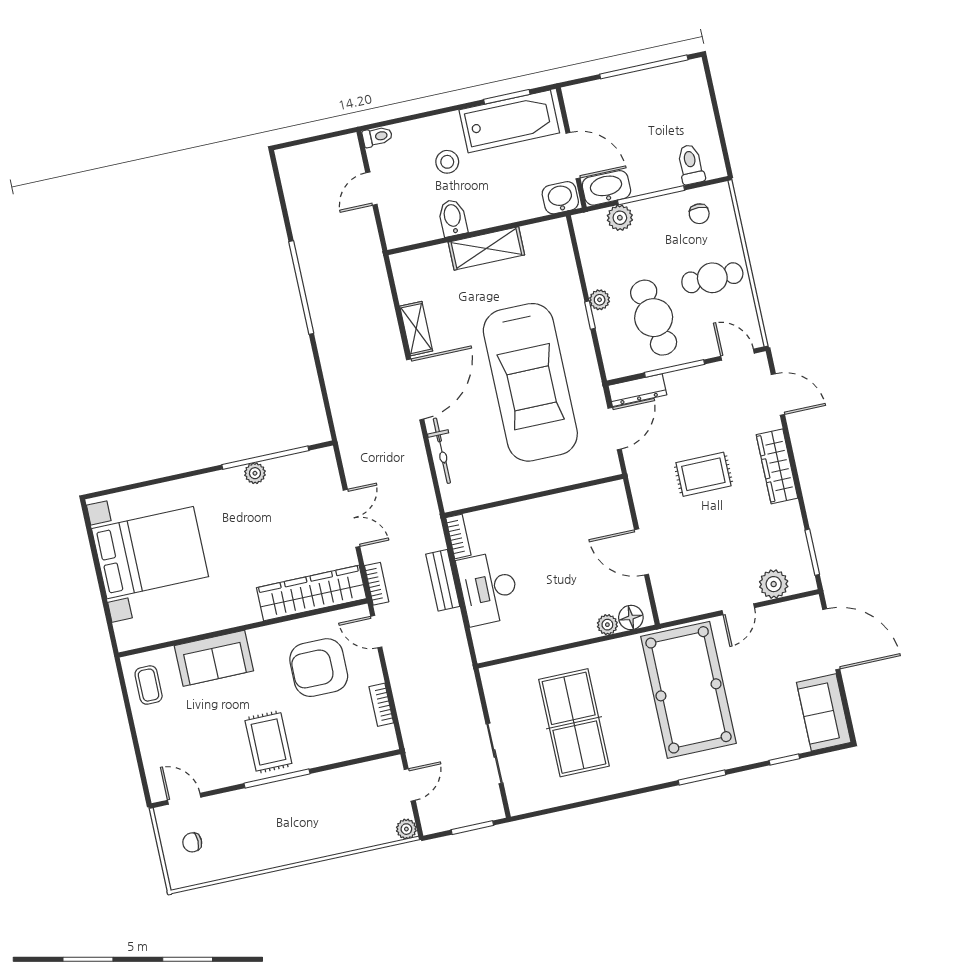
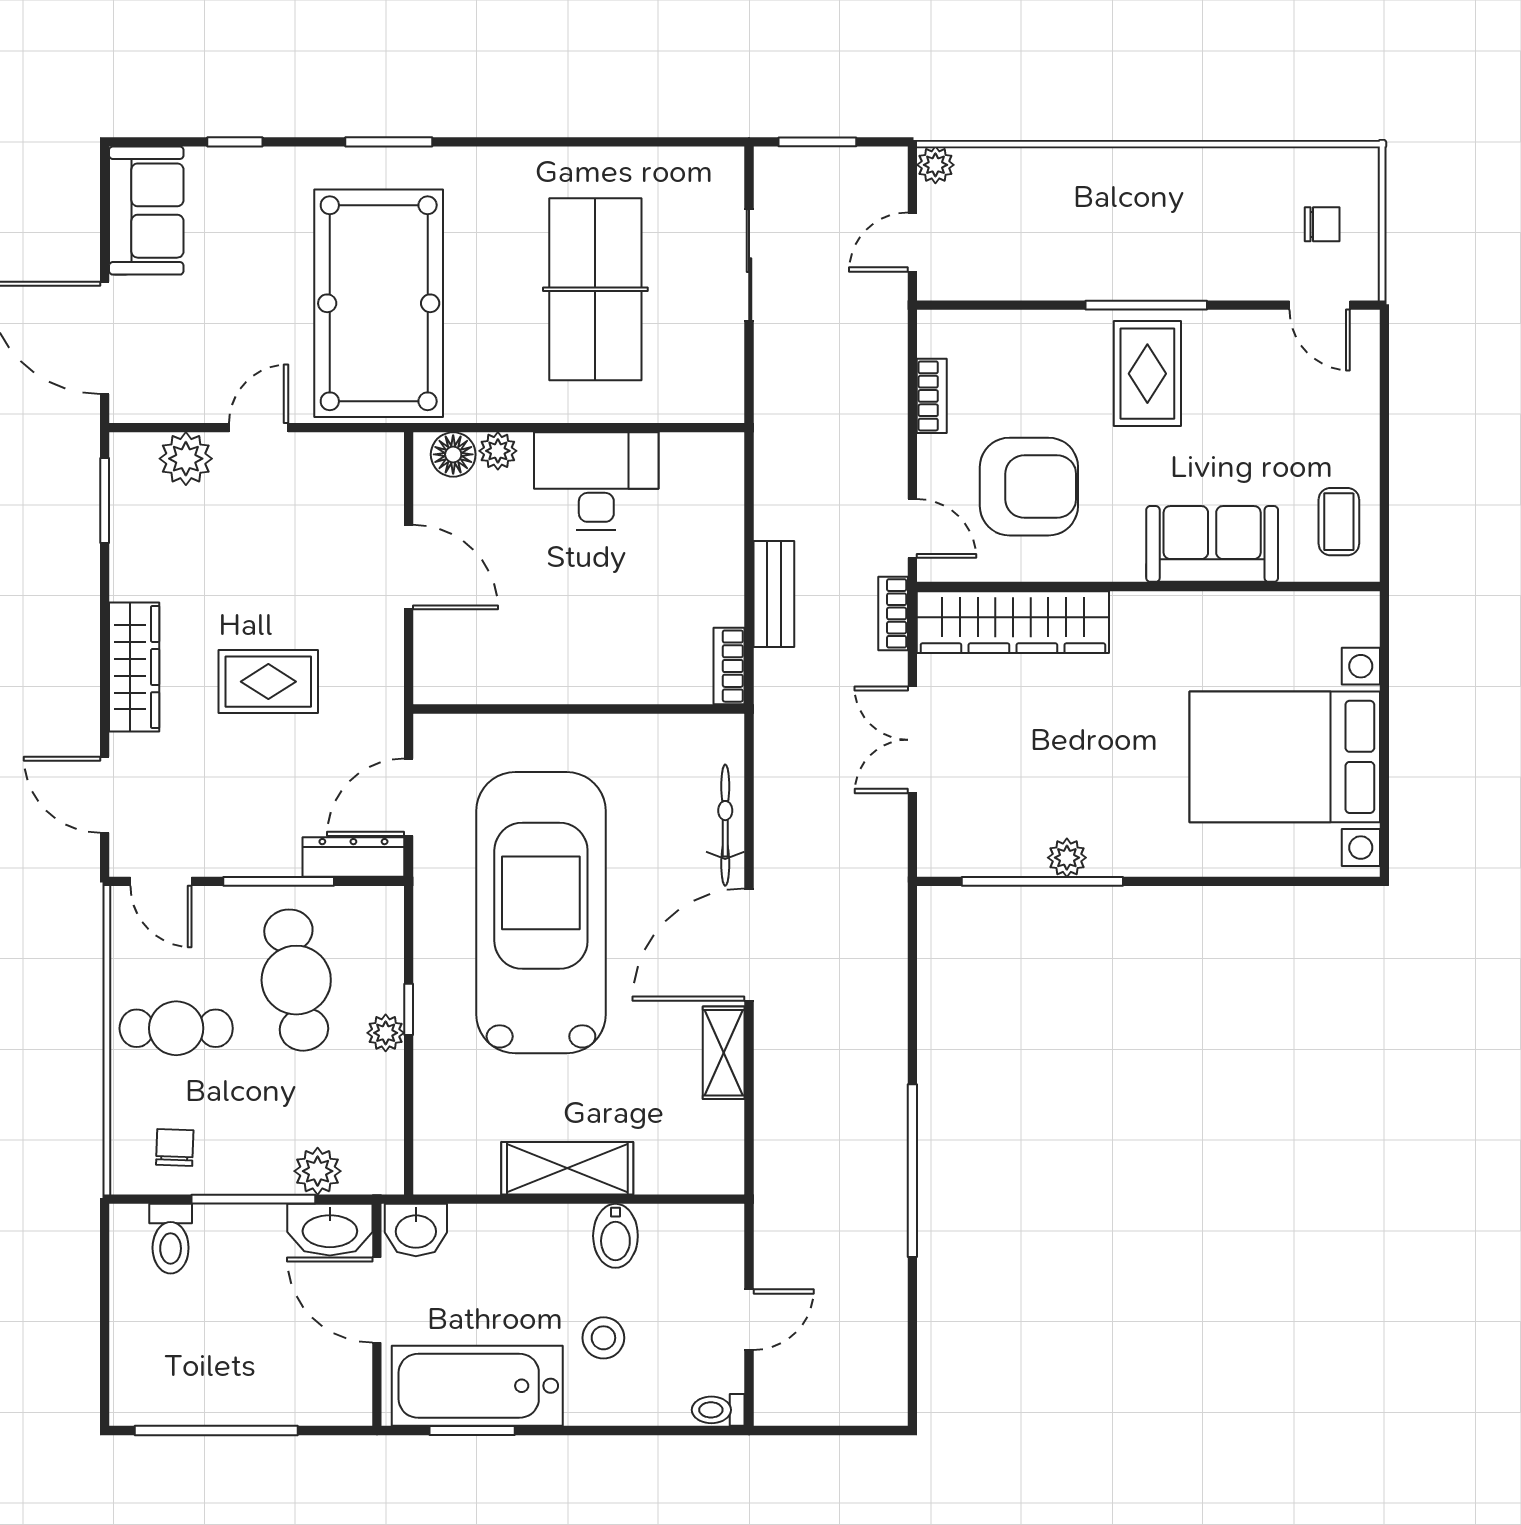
desk: (488, 588) -> (596, 481), moved, turned -90

